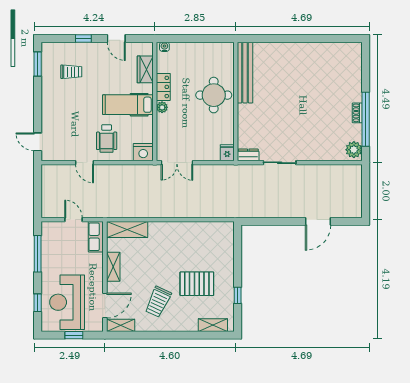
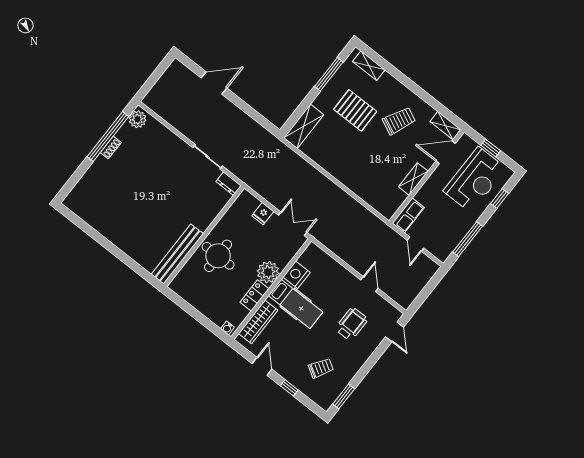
wardrobe: (145, 69) -> (258, 322), width x1.50
trolley: (71, 72) -> (321, 368), turned 121
plant: (162, 107) -> (268, 272), width x1.87, depth x1.87
wheelchair: (107, 139) -> (351, 324), moved
nightstand: (143, 152) -> (297, 275), moved, turned -90
fridge: (227, 153) -> (263, 214), moved
shelving: (127, 229) -> (304, 126), moved, turned 90
window: (238, 295) -> (329, 74), width x2.17

